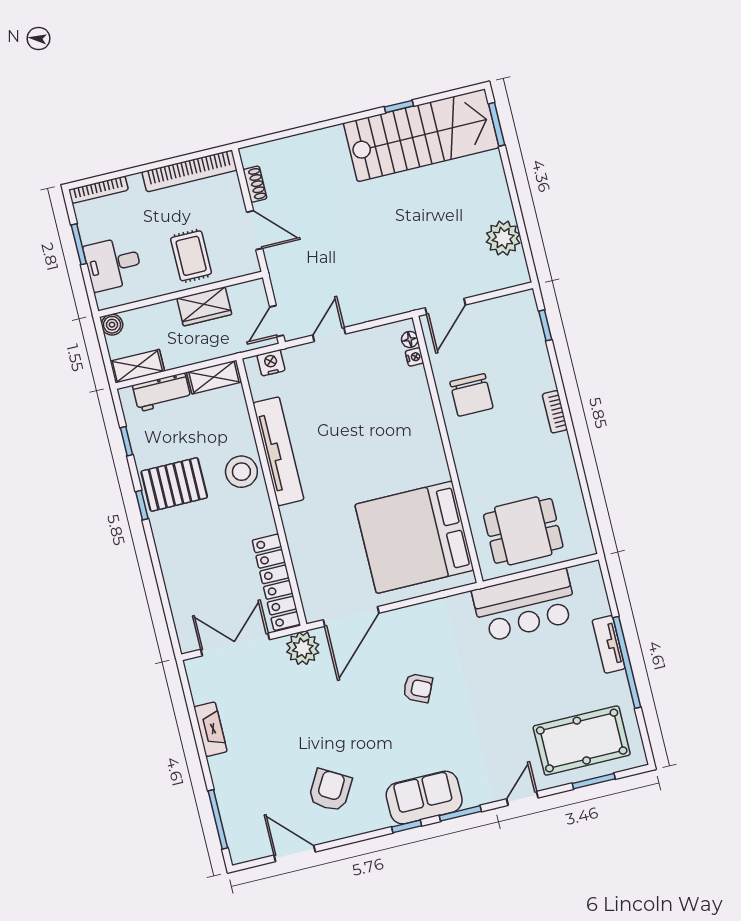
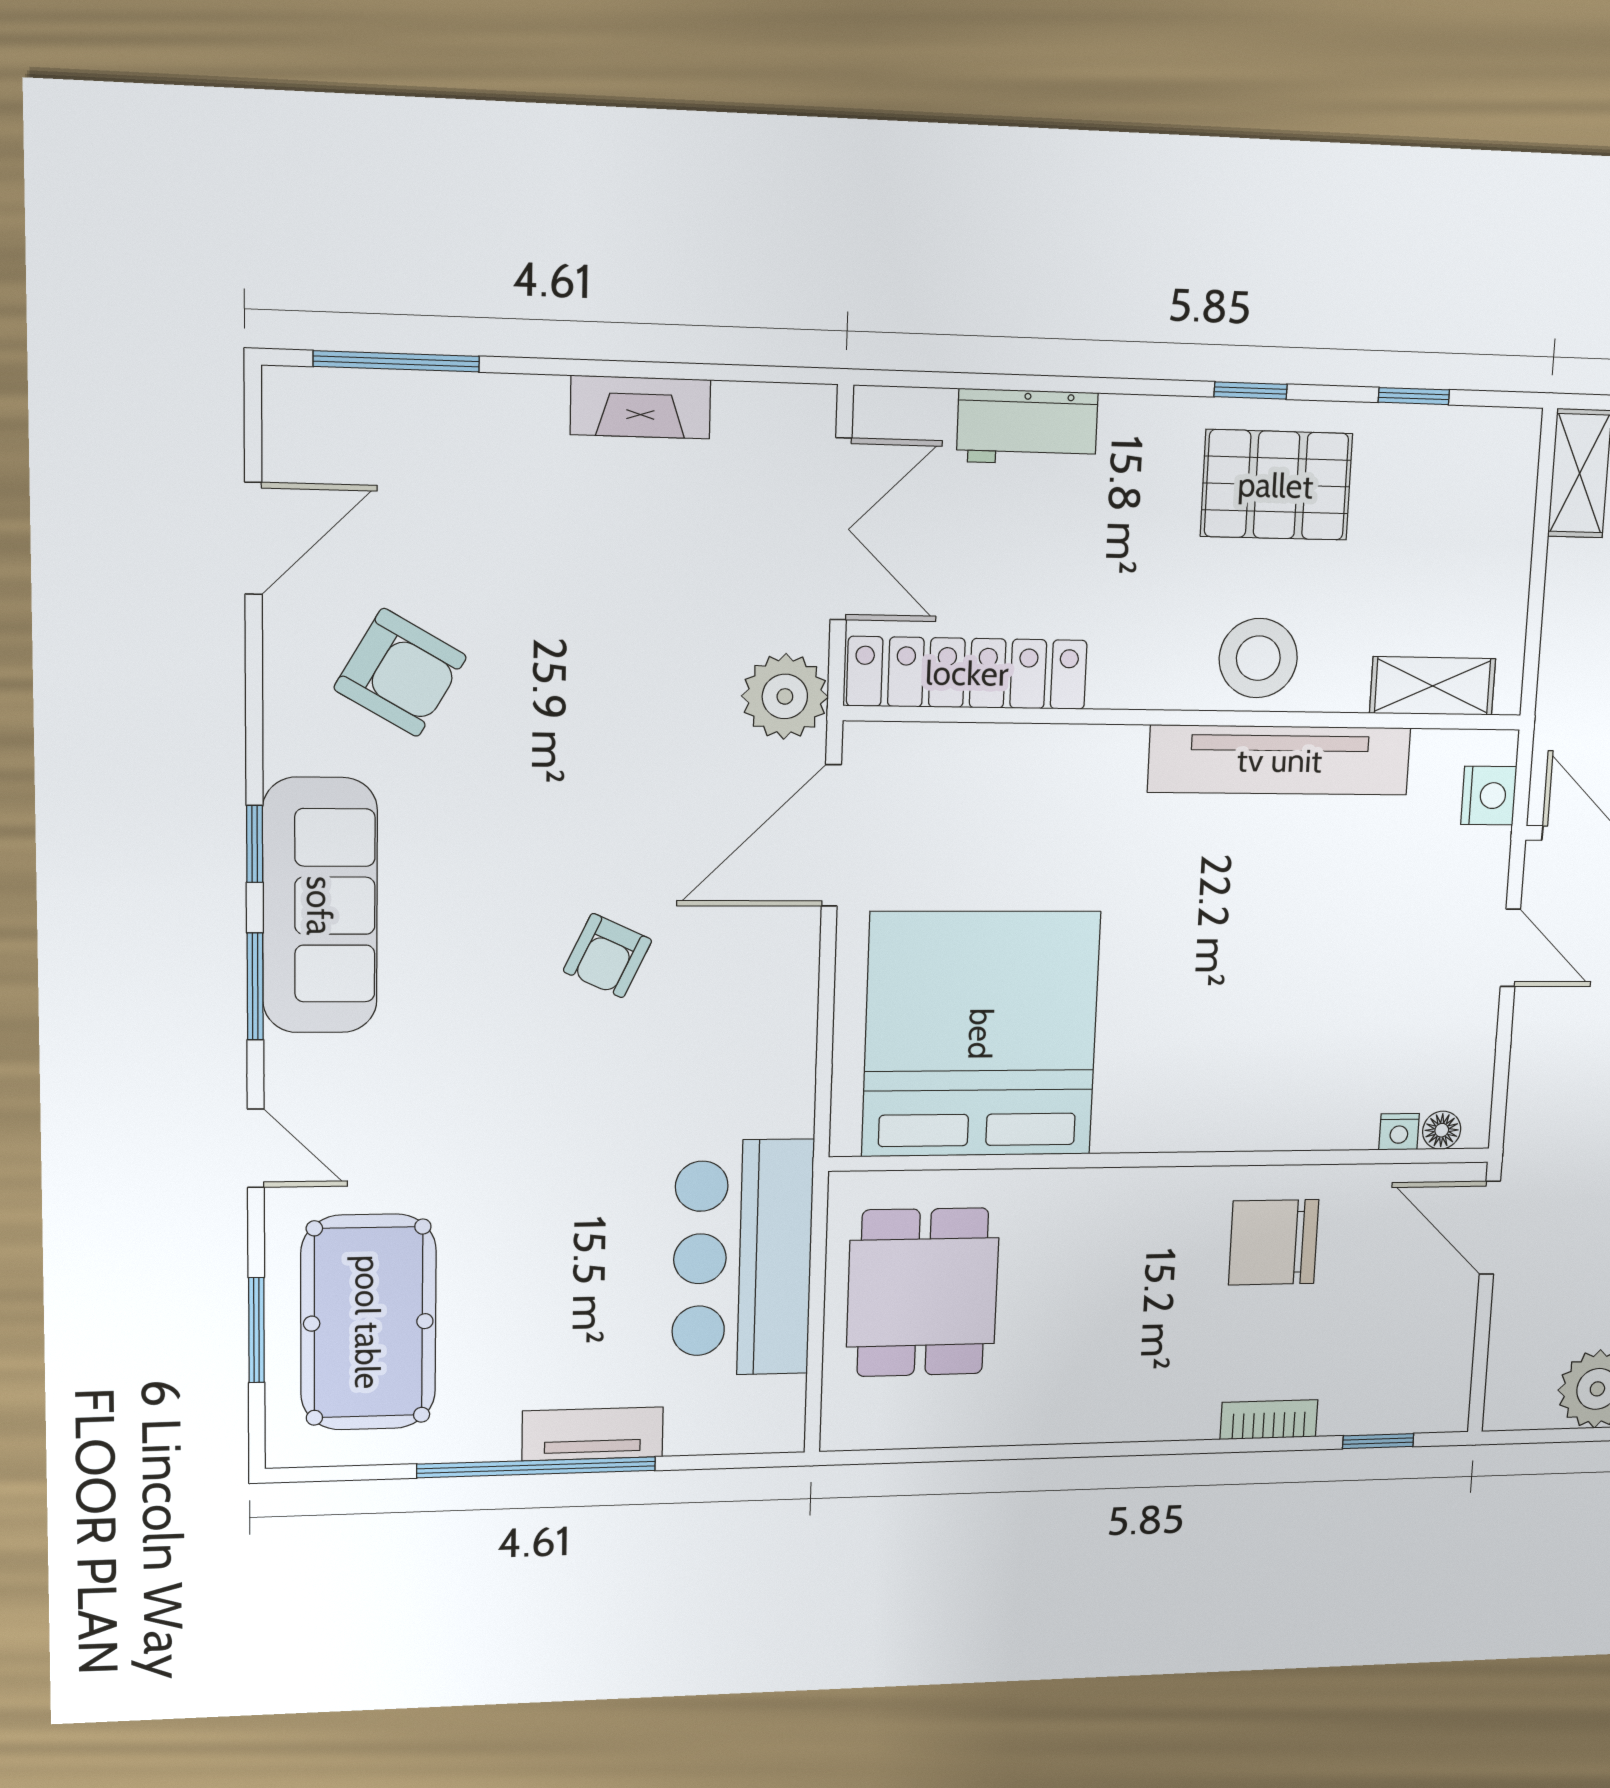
shelving: (214, 377) -> (1433, 686), moved, turned 90
workbench: (162, 392) -> (1027, 427), moved, turned -90
bookcase: (555, 412) -> (1269, 1420), moved
pallet: (174, 484) -> (1276, 485), turned 90
door: (351, 616) -> (831, 836), hinge flipped
sofa: (424, 798) -> (320, 906), width x1.36

